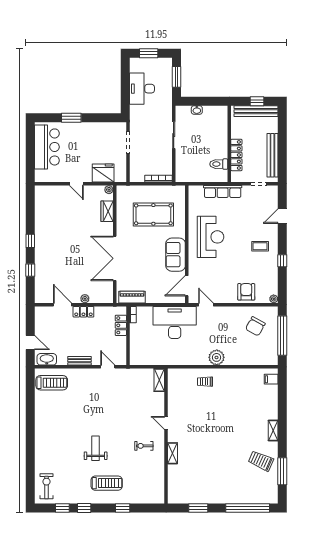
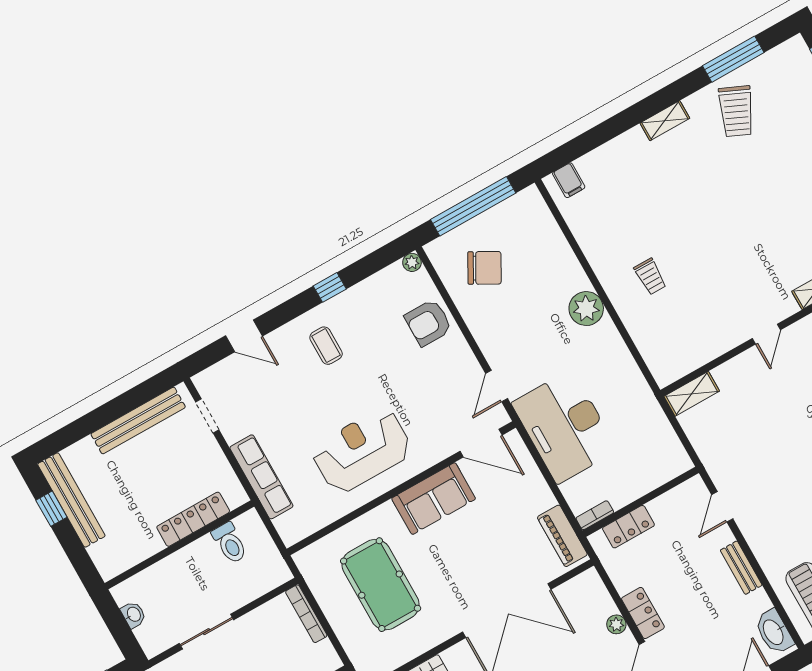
wall: (229, 144) -> (180, 545), moved
locker: (236, 155) -> (193, 519), moved
toilet: (219, 164) -> (230, 543), moved
trolley: (205, 382) -> (650, 277), moved

